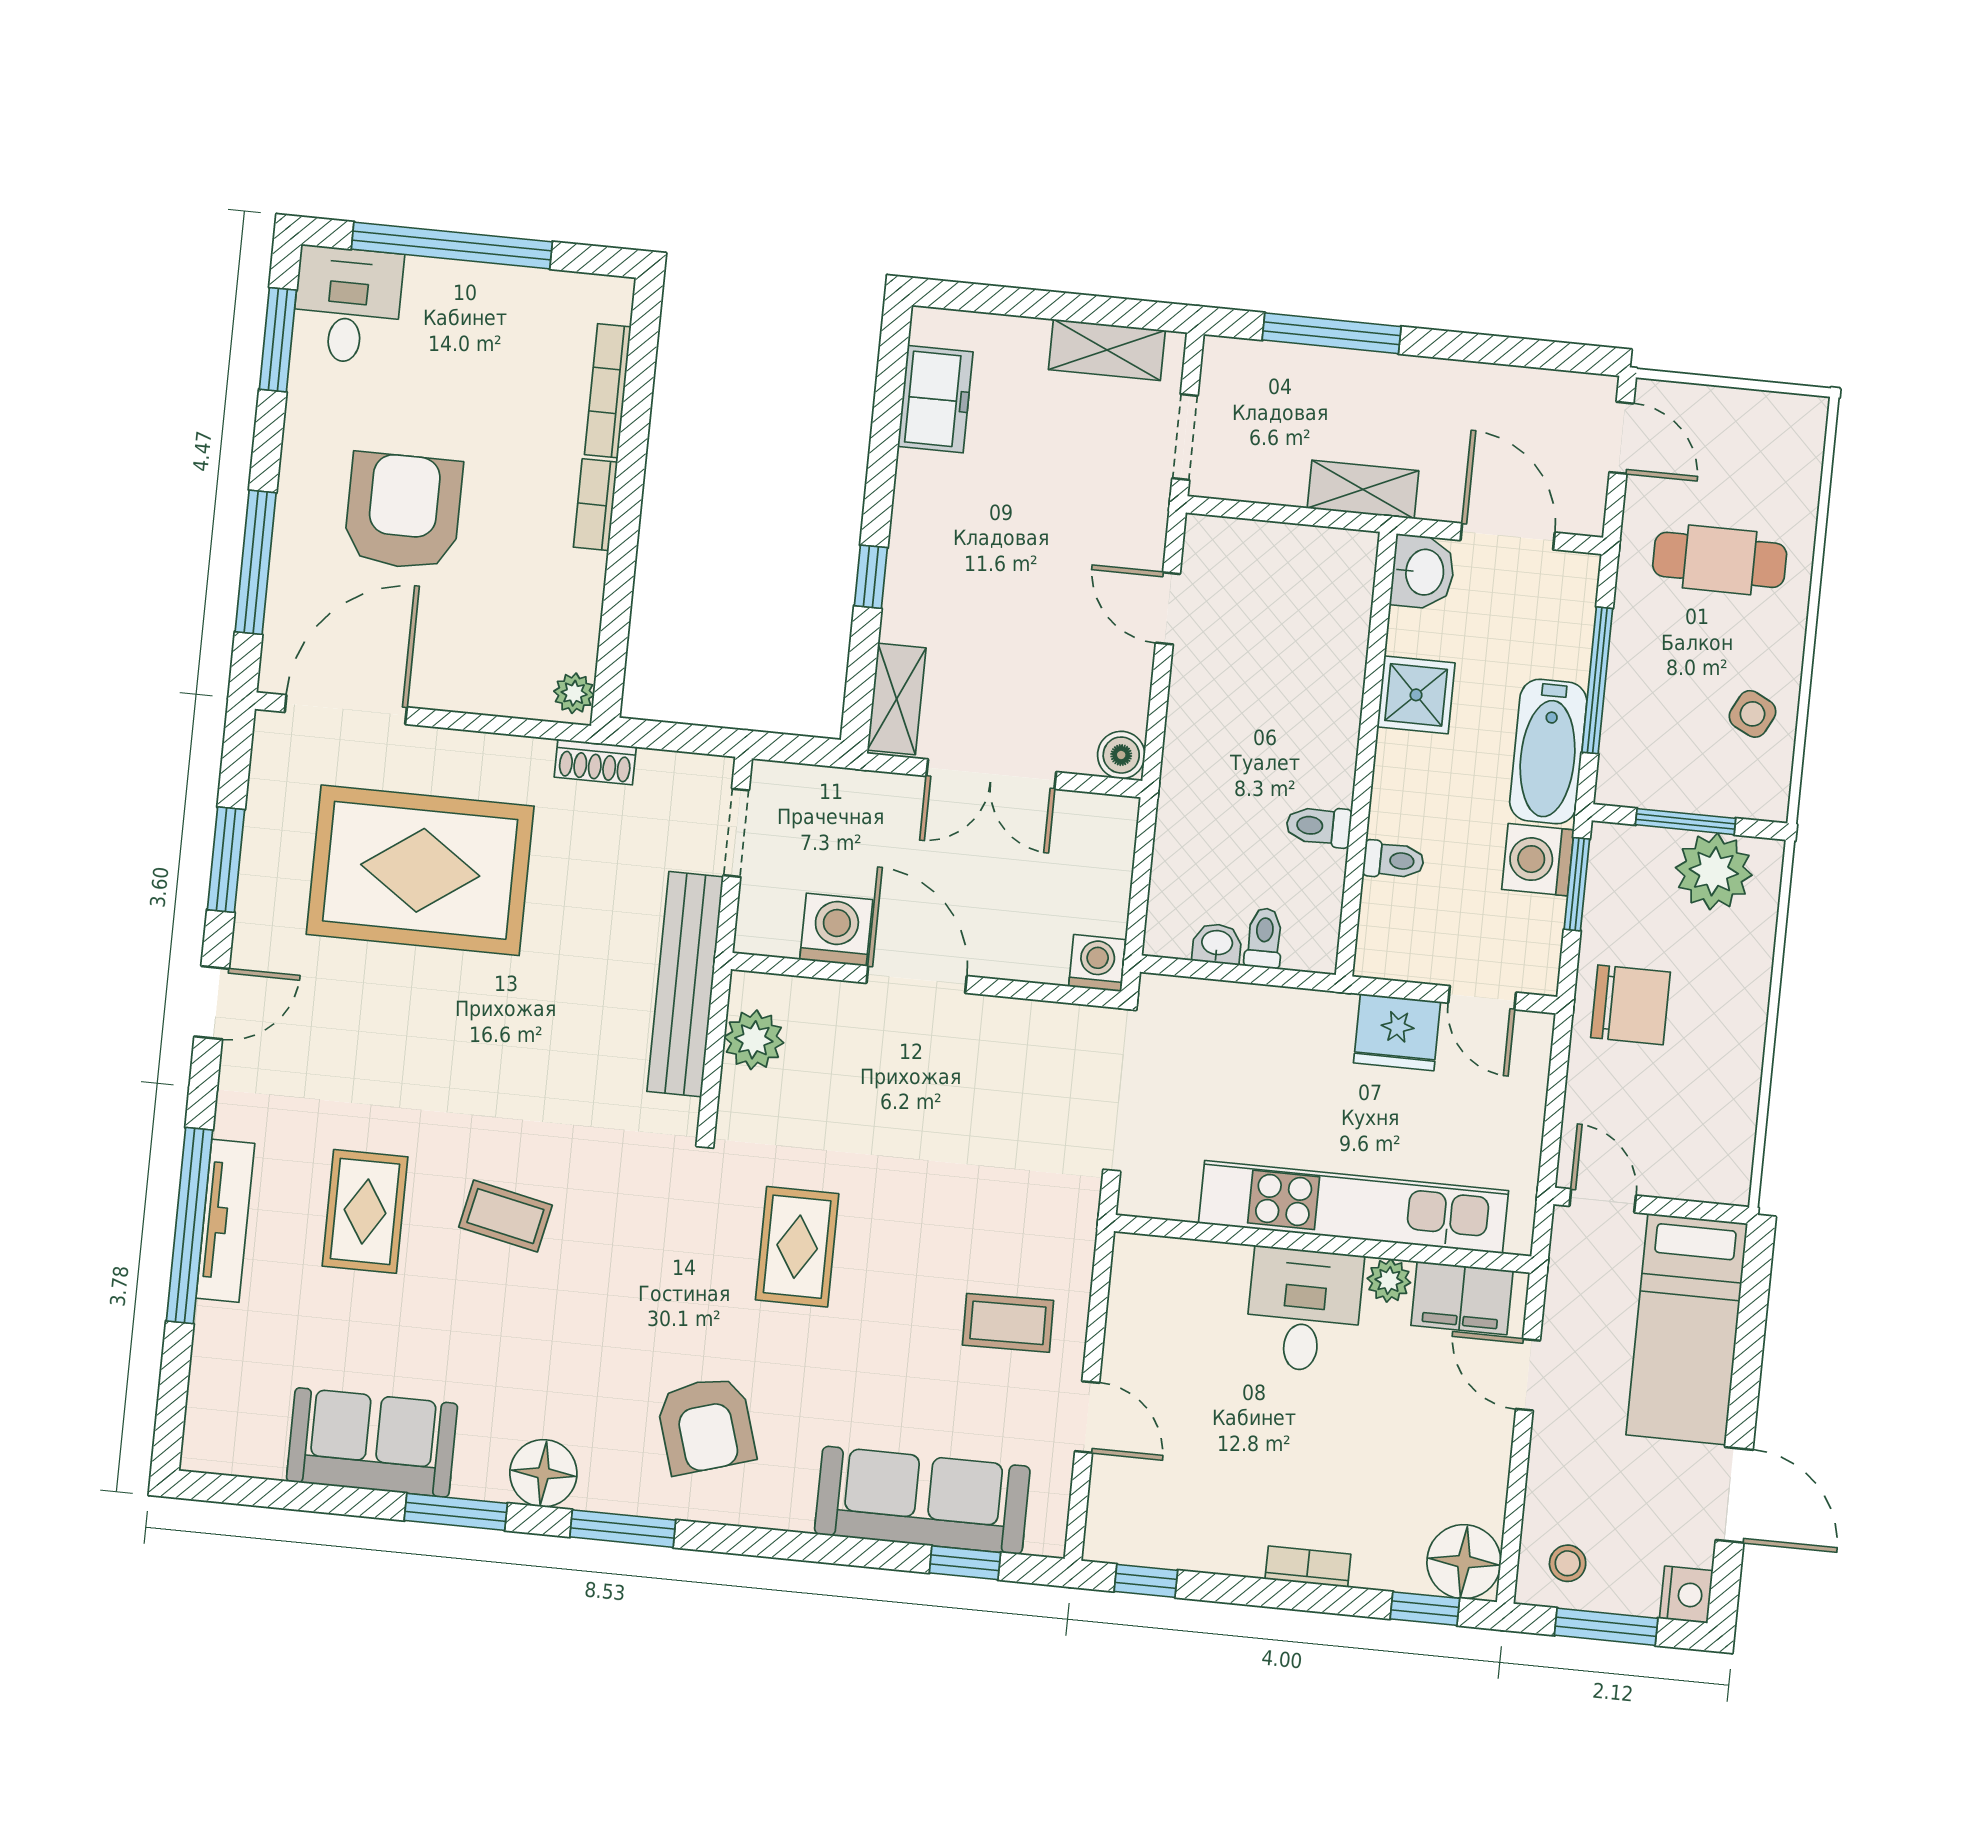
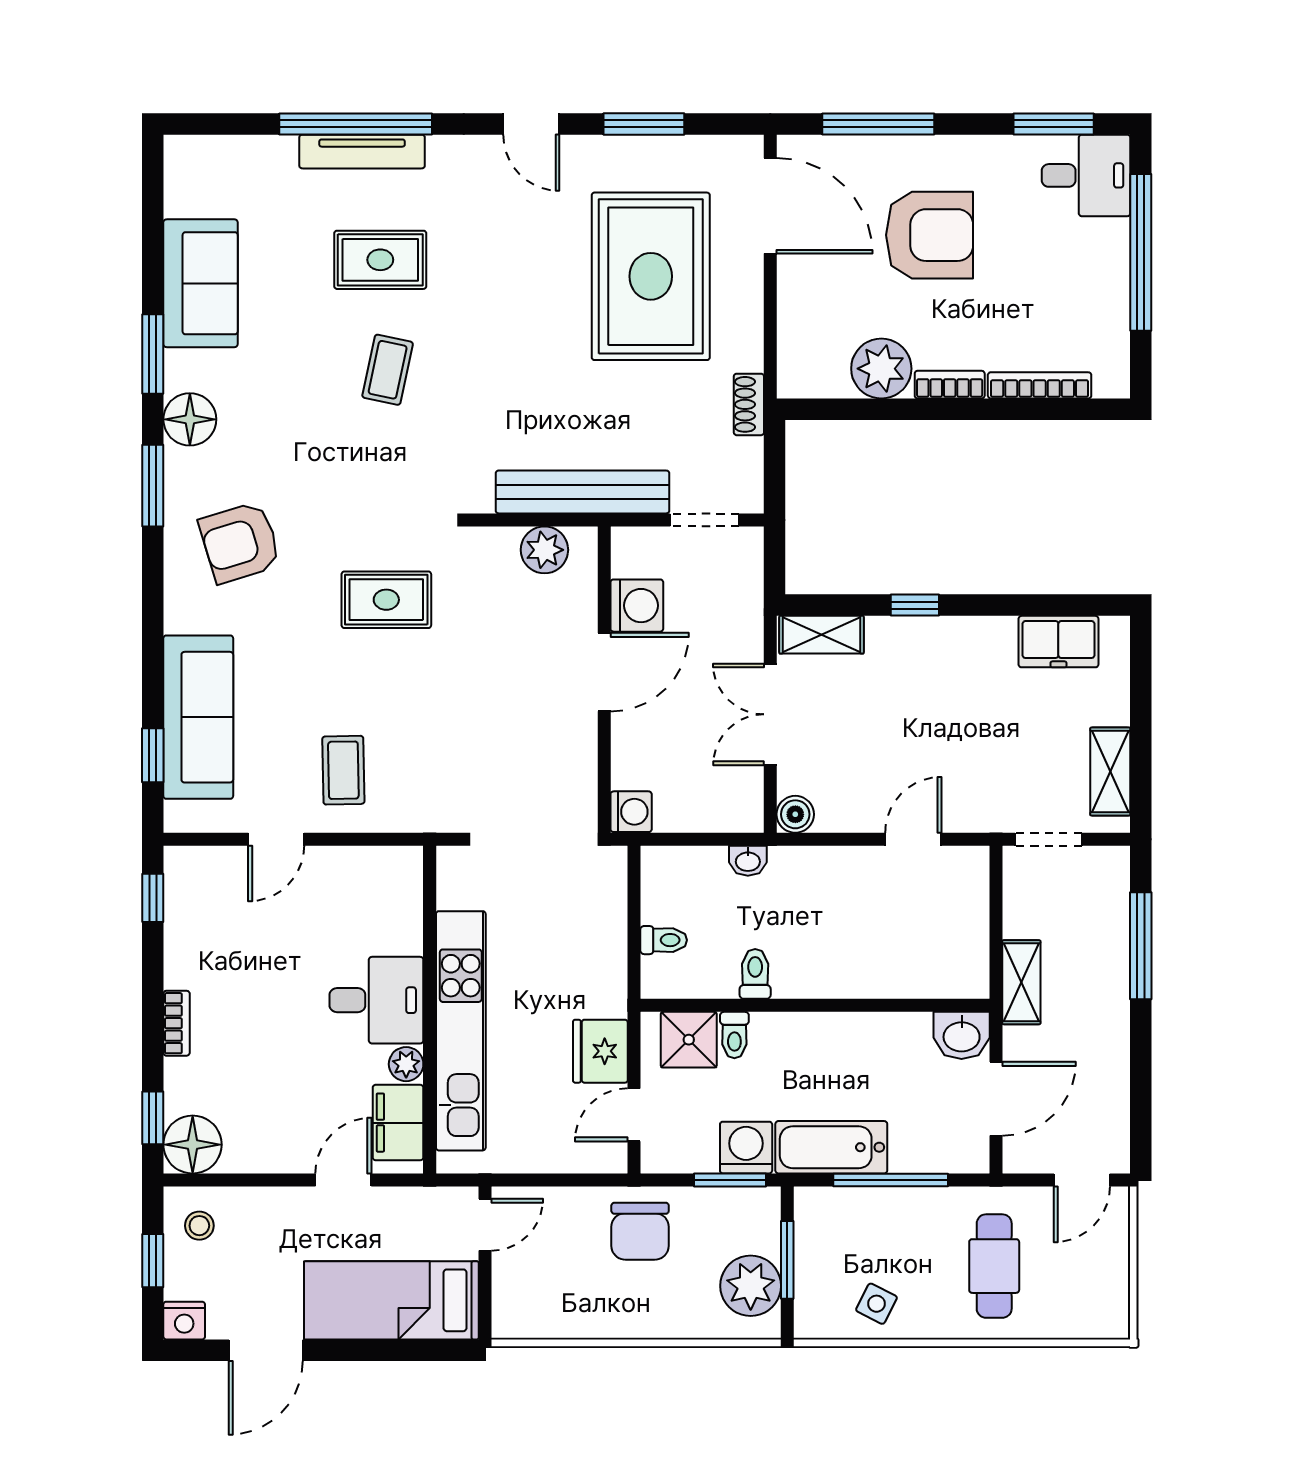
plant: (574, 693) -> (881, 369), moved, width x1.88, depth x1.88
shower: (1416, 695) -> (689, 1040), moved
washbasin: (1217, 944) -> (748, 861), moved, turned 90
window: (1606, 1627) -> (153, 1261), width x0.67

